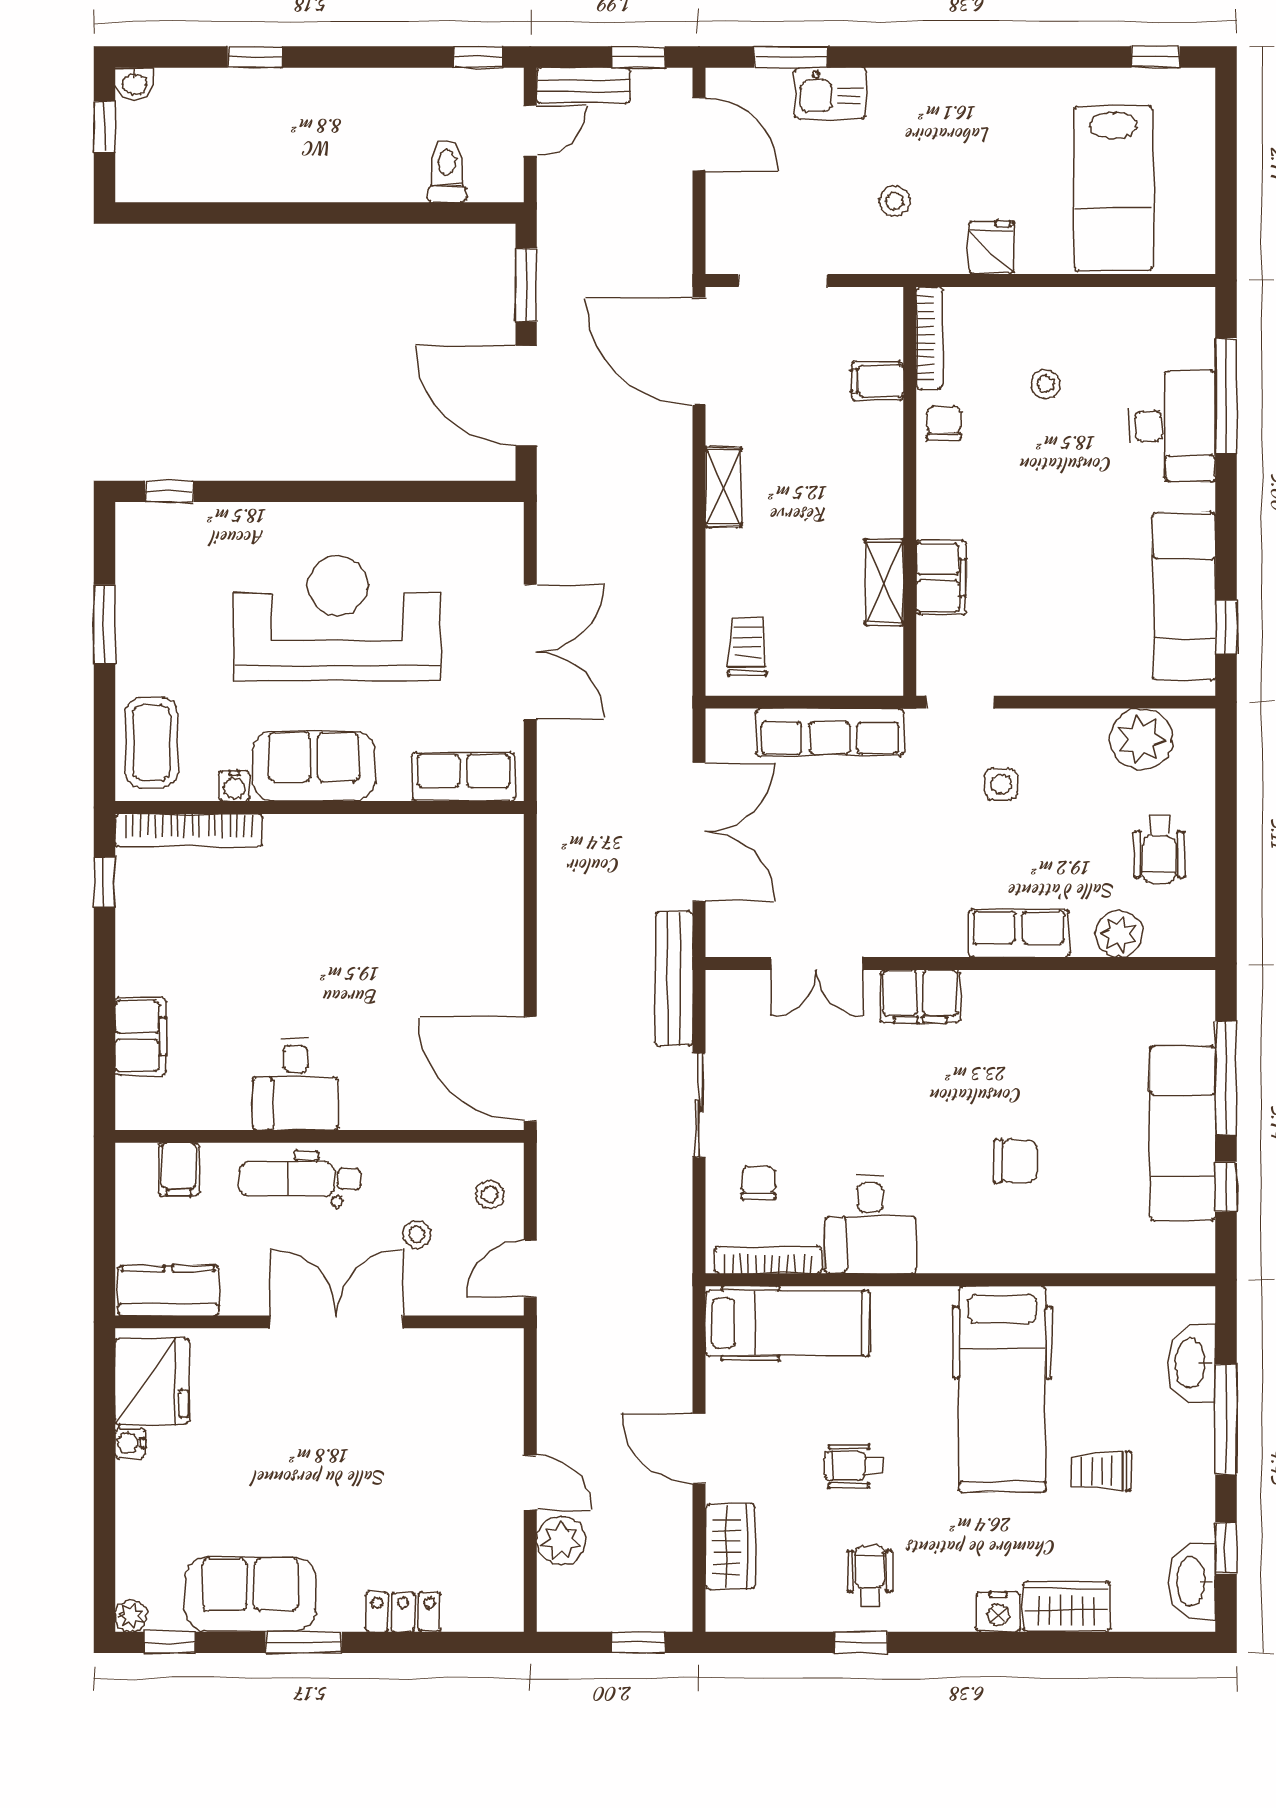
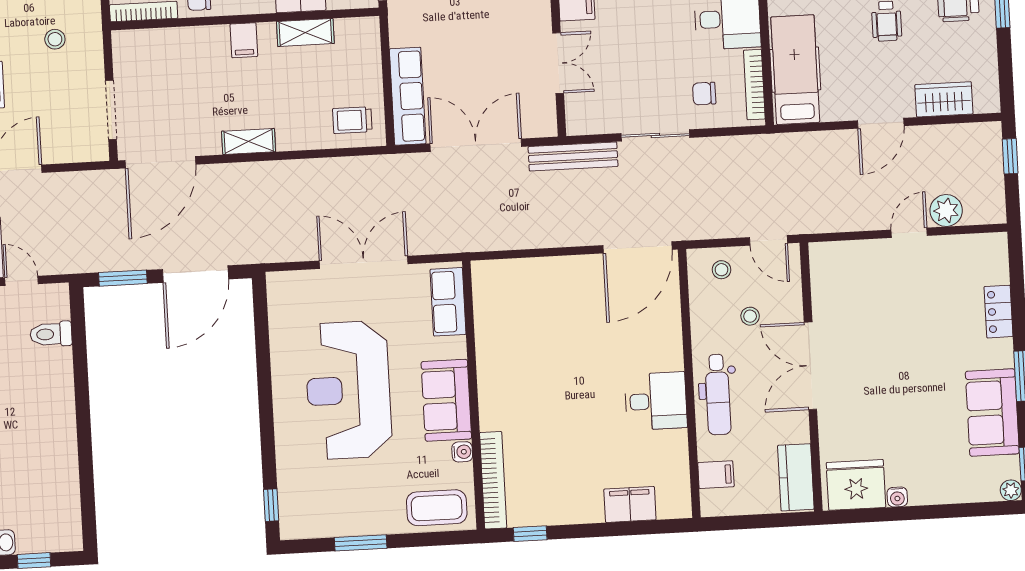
filing cabinet: (877, 381) -> (244, 40), moved
row of seats: (830, 732) -> (408, 96), moved

